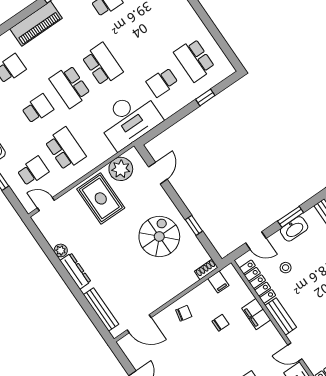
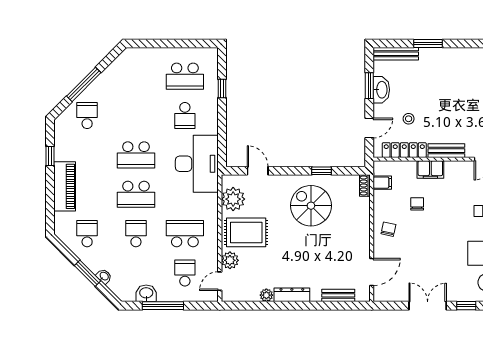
school desk: (102, 64) -> (136, 155), turned 180
plant: (69, 201) -> (230, 260), added
bench: (101, 310) -> (338, 295), width x0.73

